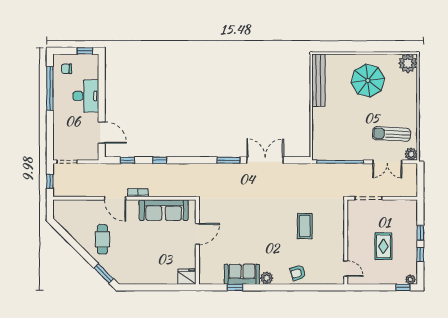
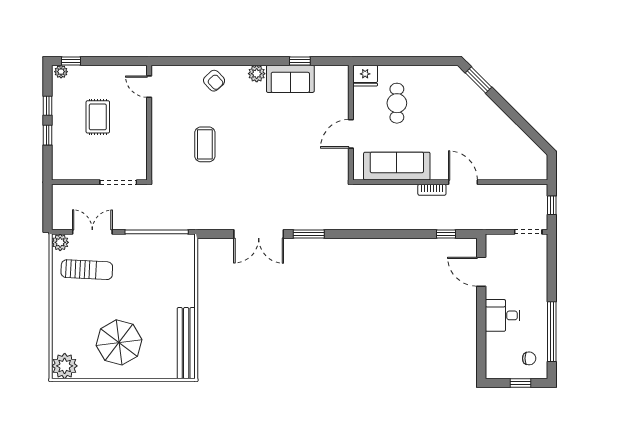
window: (85, 51) -> (521, 383), moved
desk: (86, 96) -> (503, 315), width x0.73
window: (160, 160) -> (402, 234), removed
cafe table: (102, 239) -> (397, 103), moved
armchair: (298, 273) -> (214, 81), turned 63

